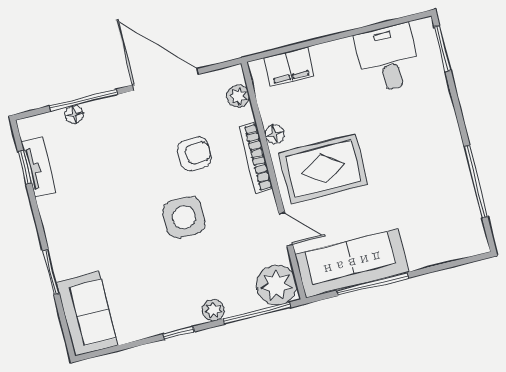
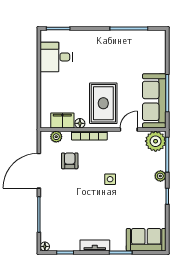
filing cabinet: (289, 67) -> (62, 121), moved, turned -90
floor lamp: (74, 114) -> (45, 246), moved
armchair: (194, 154) -> (70, 161), moved
tv unit: (39, 167) -> (95, 245), moved
side table: (184, 217) -> (110, 179), width x0.54, depth x0.54

